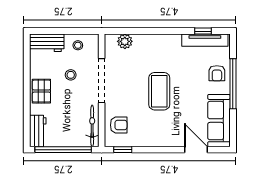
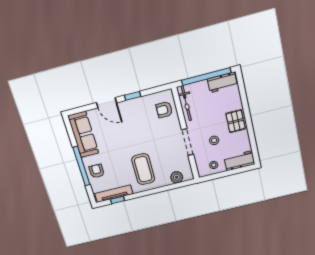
doorway: (102, 81) -> (188, 142), width x0.73
coffee table: (159, 91) -> (143, 169), moved
workbench: (38, 131) -> (222, 82), moved, turned -90
window: (123, 150) -> (133, 96), moved
door: (196, 150) -> (107, 103), moved

